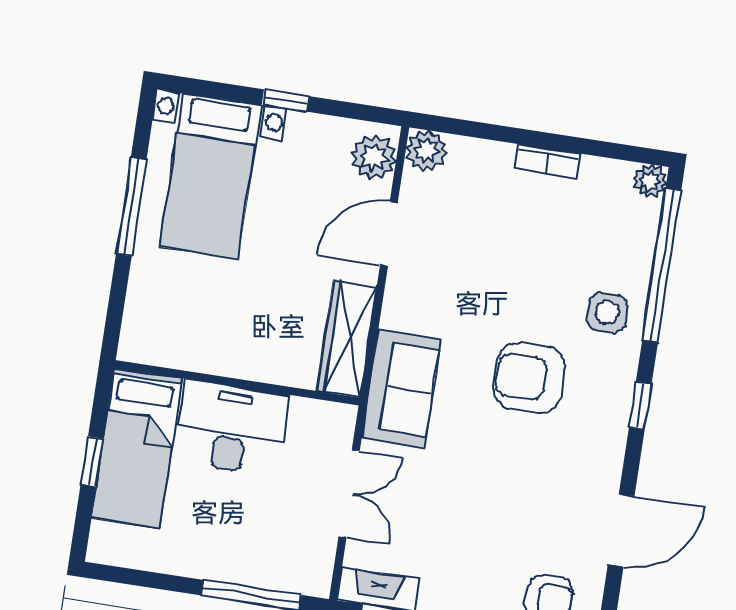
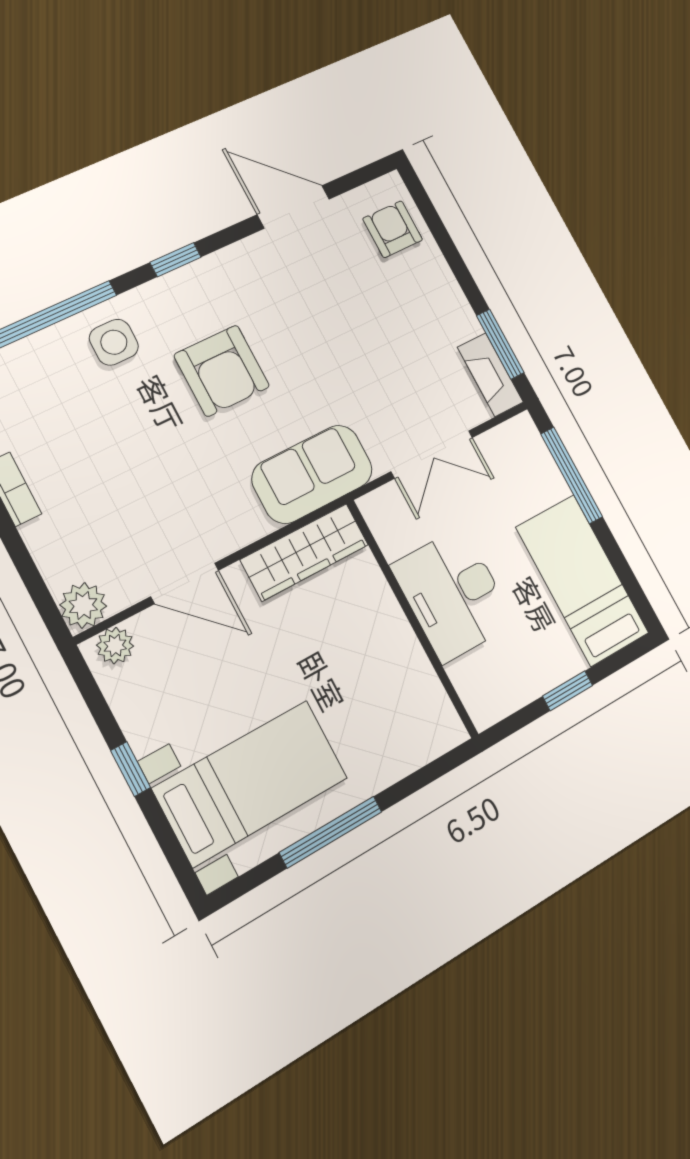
plant: (374, 157) -> (115, 646), width x0.73, depth x0.73
bed: (137, 448) -> (582, 580), moved, turned -90
double door: (349, 494) -> (432, 454), swing flipped

